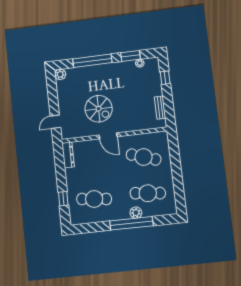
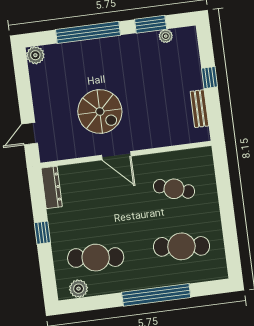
window: (165, 78) -> (210, 78), moved
cafe table: (144, 157) -> (174, 189), width x0.73, depth x0.74
window: (63, 199) -> (42, 233), moved
plant: (136, 213) -> (79, 289), moved

